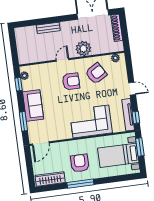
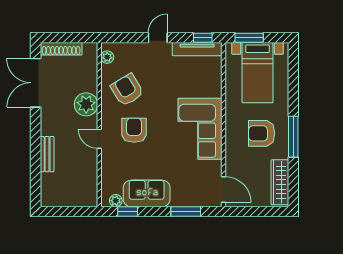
sofa: (33, 106) -> (147, 193), moved
corner sofa: (91, 122) -> (200, 129), moved

